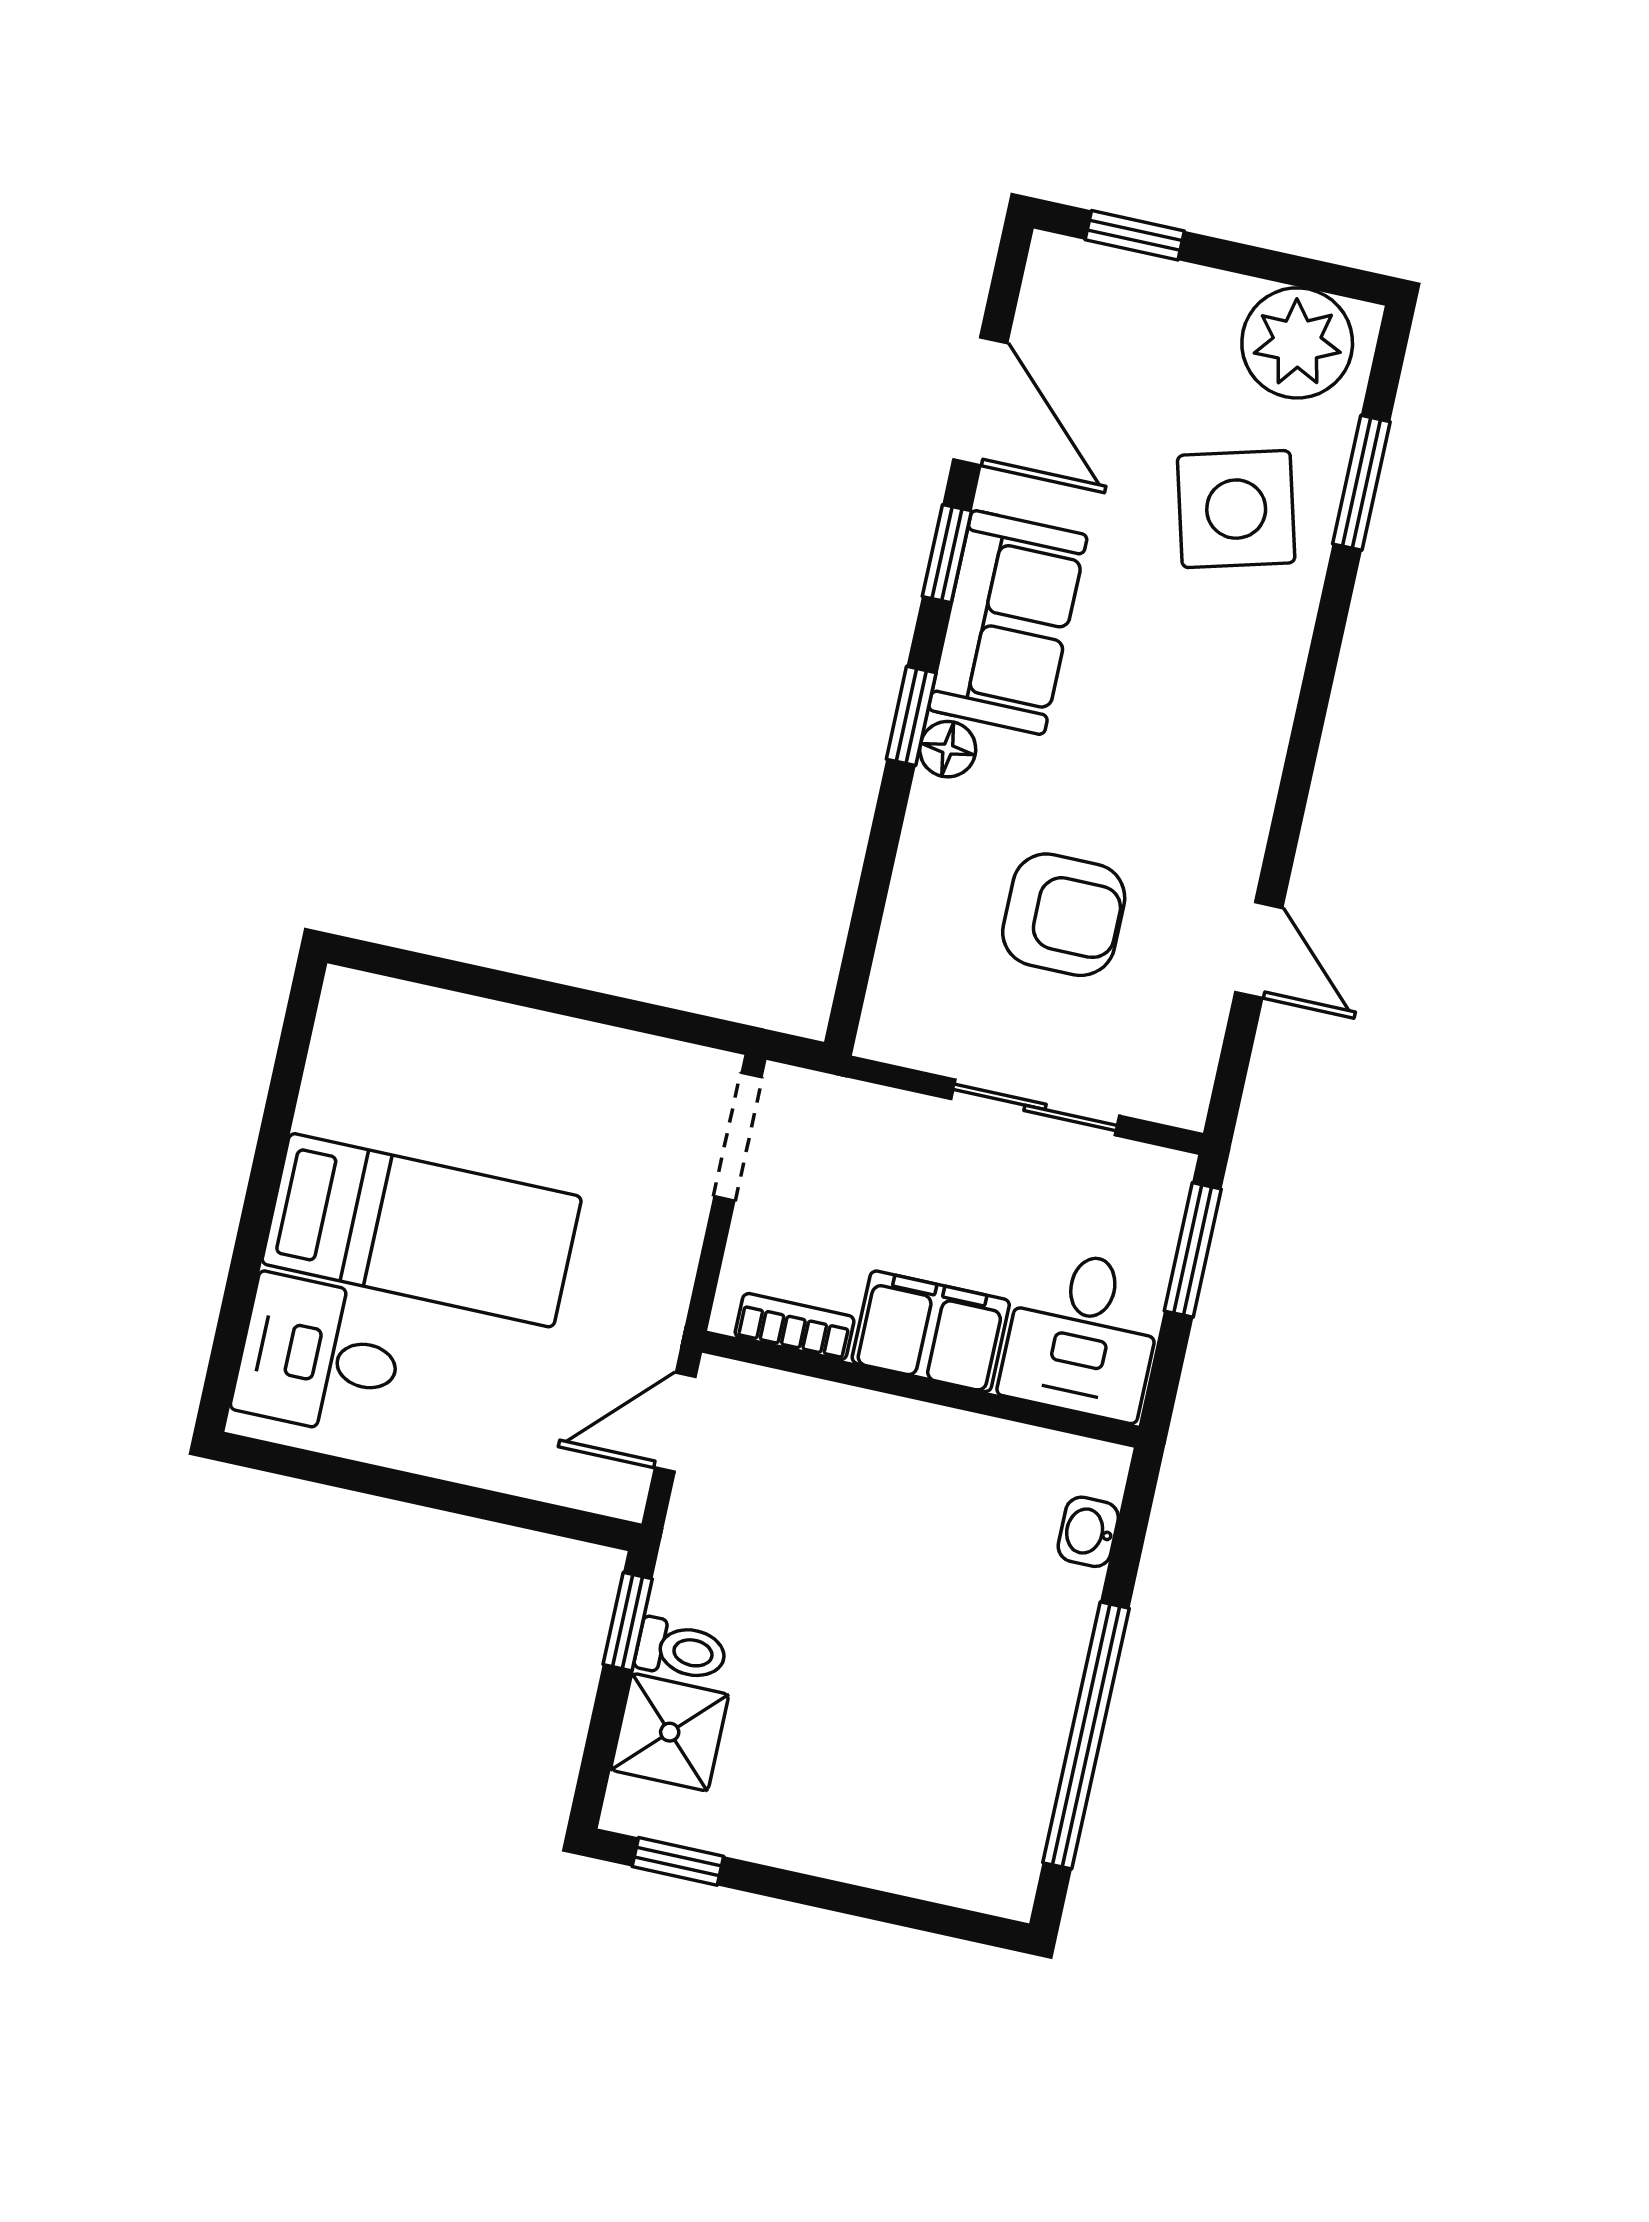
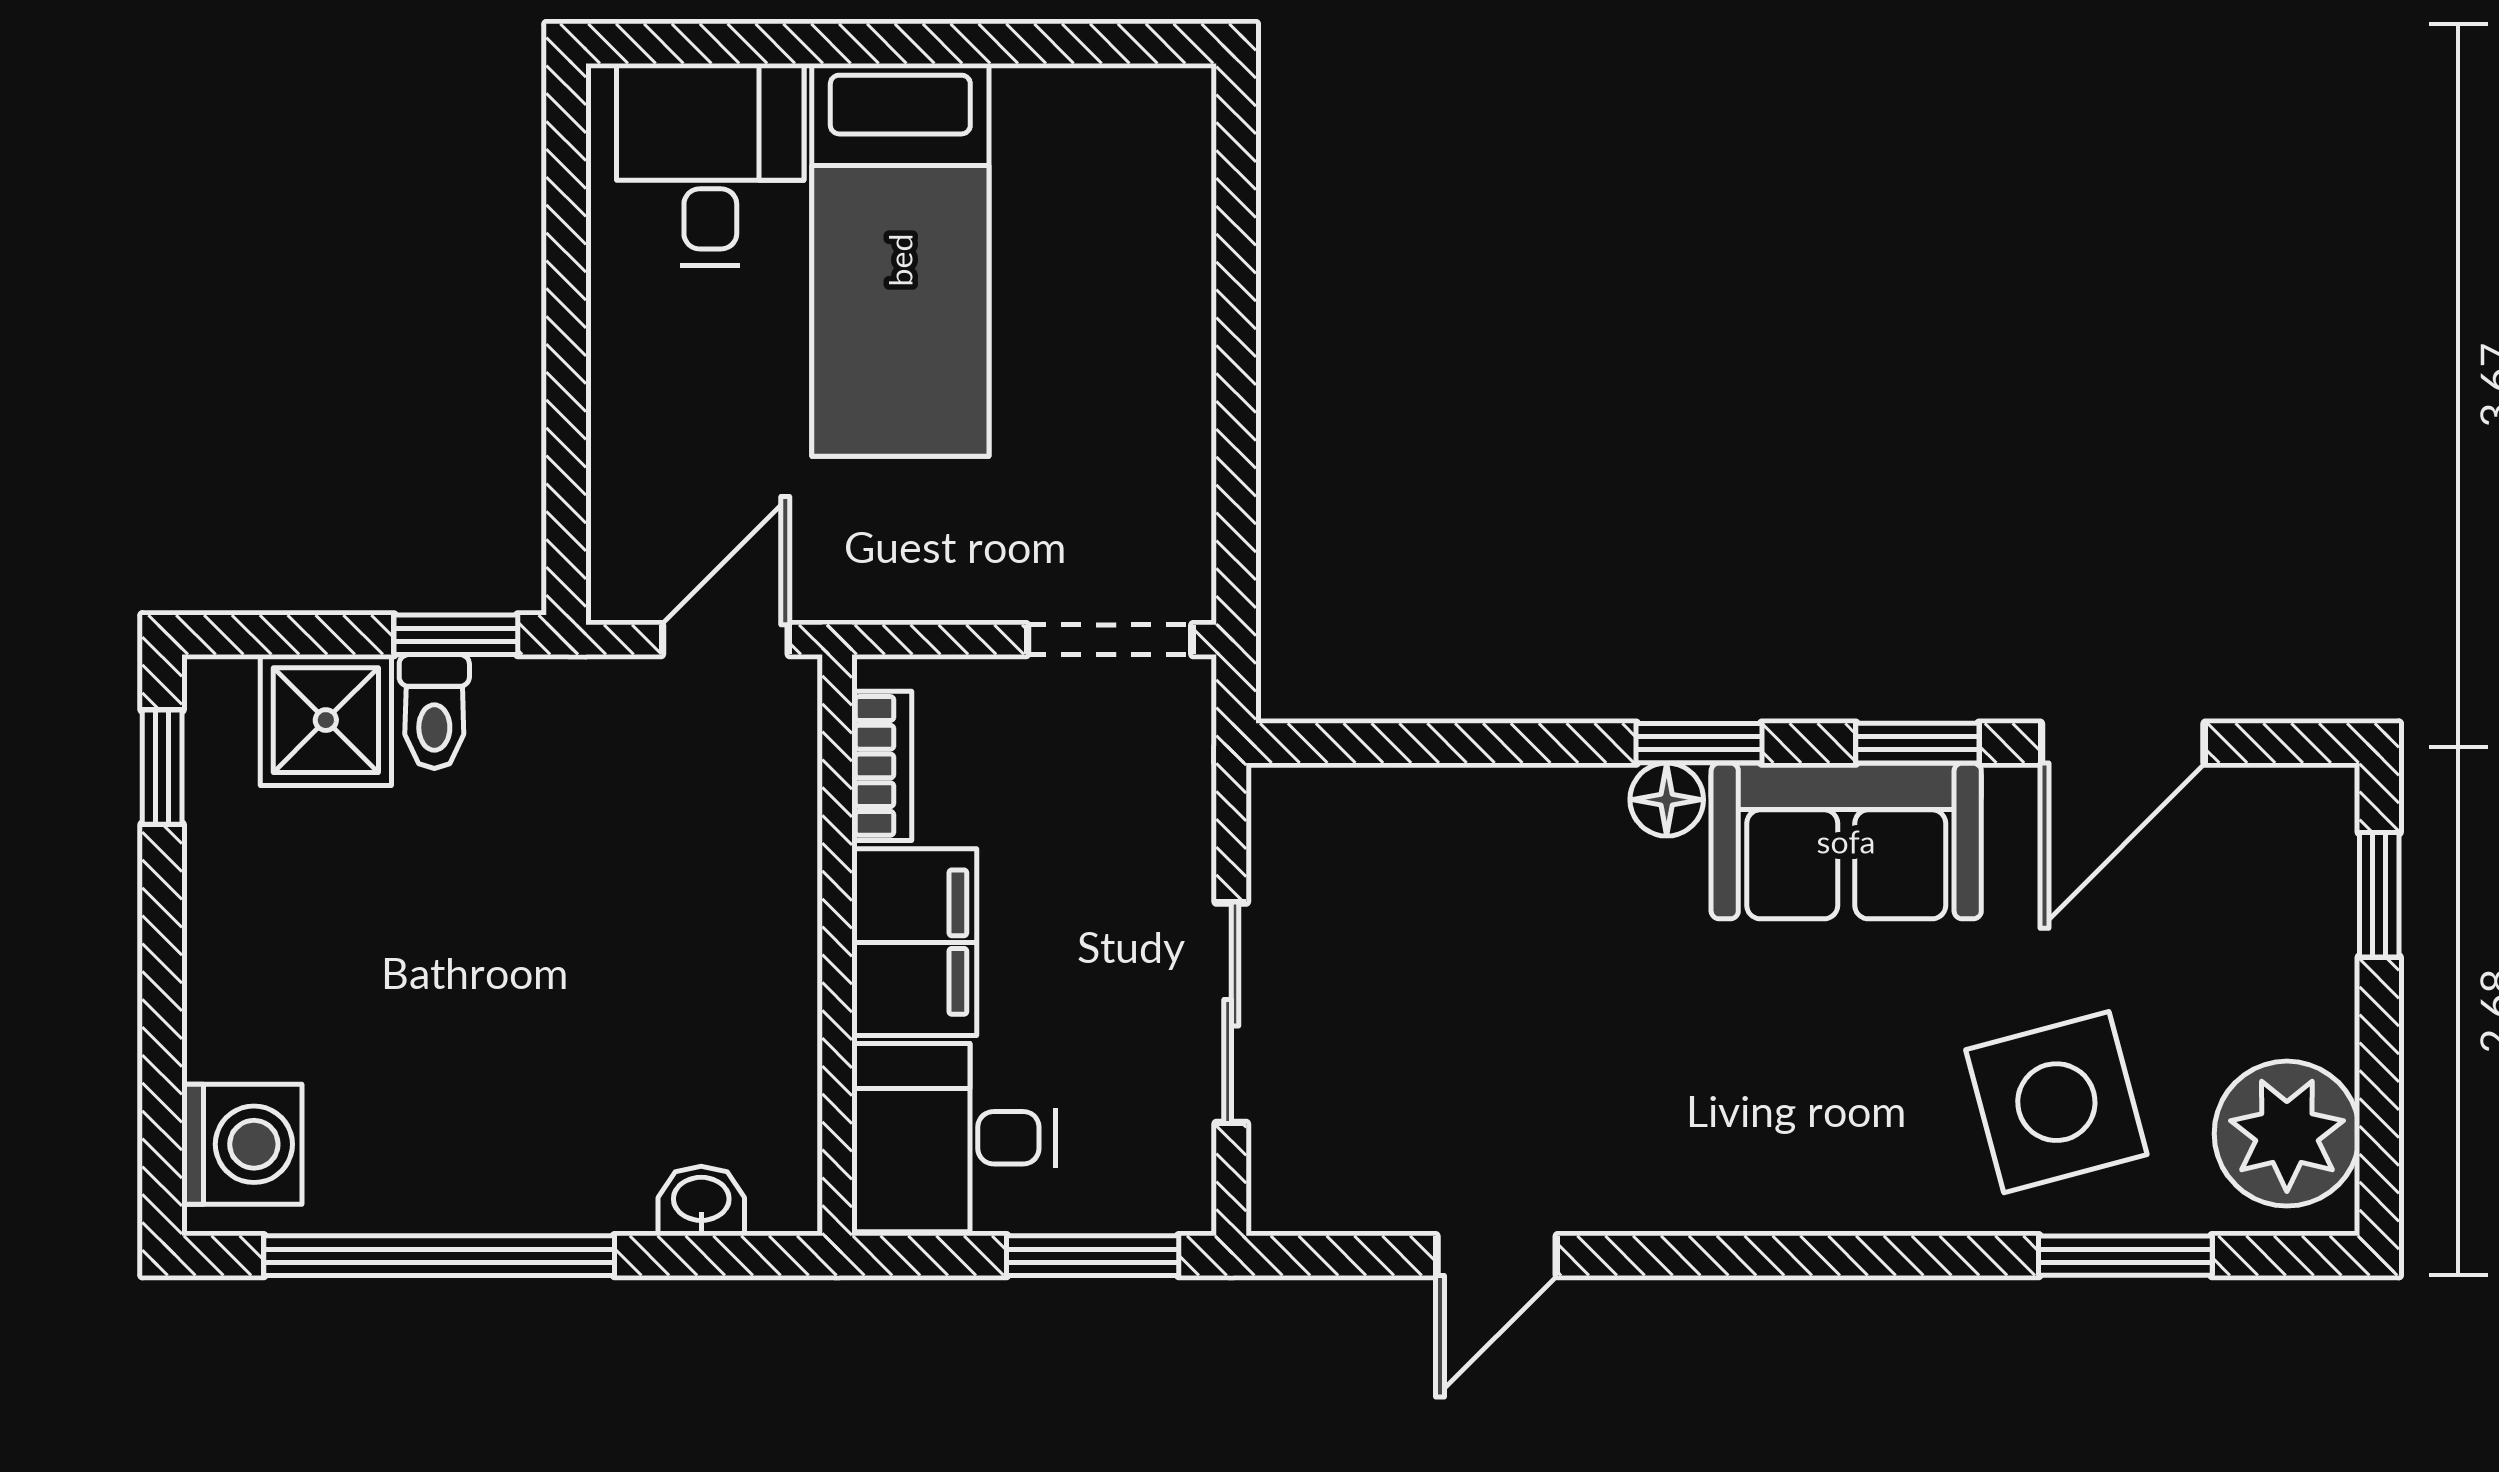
armchair: (1064, 915) -> (1487, 995), removed
door: (675, 1422) -> (725, 640), hinge flipped
washing machine: (971, 1864) -> (242, 1144), added

